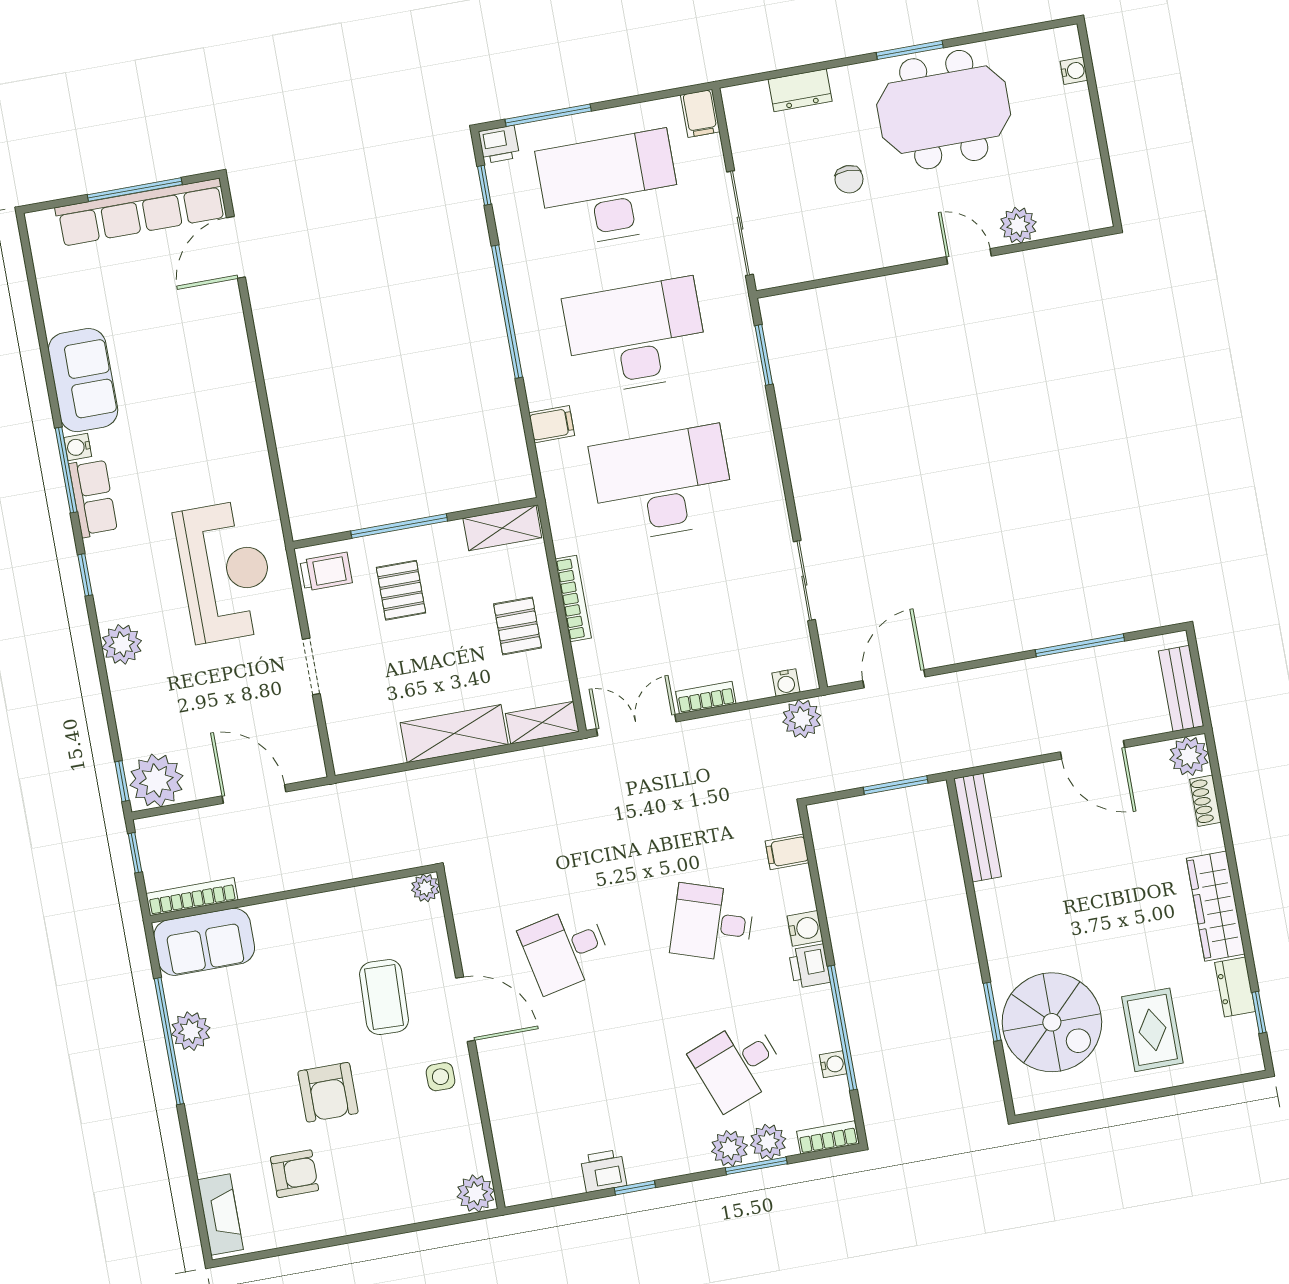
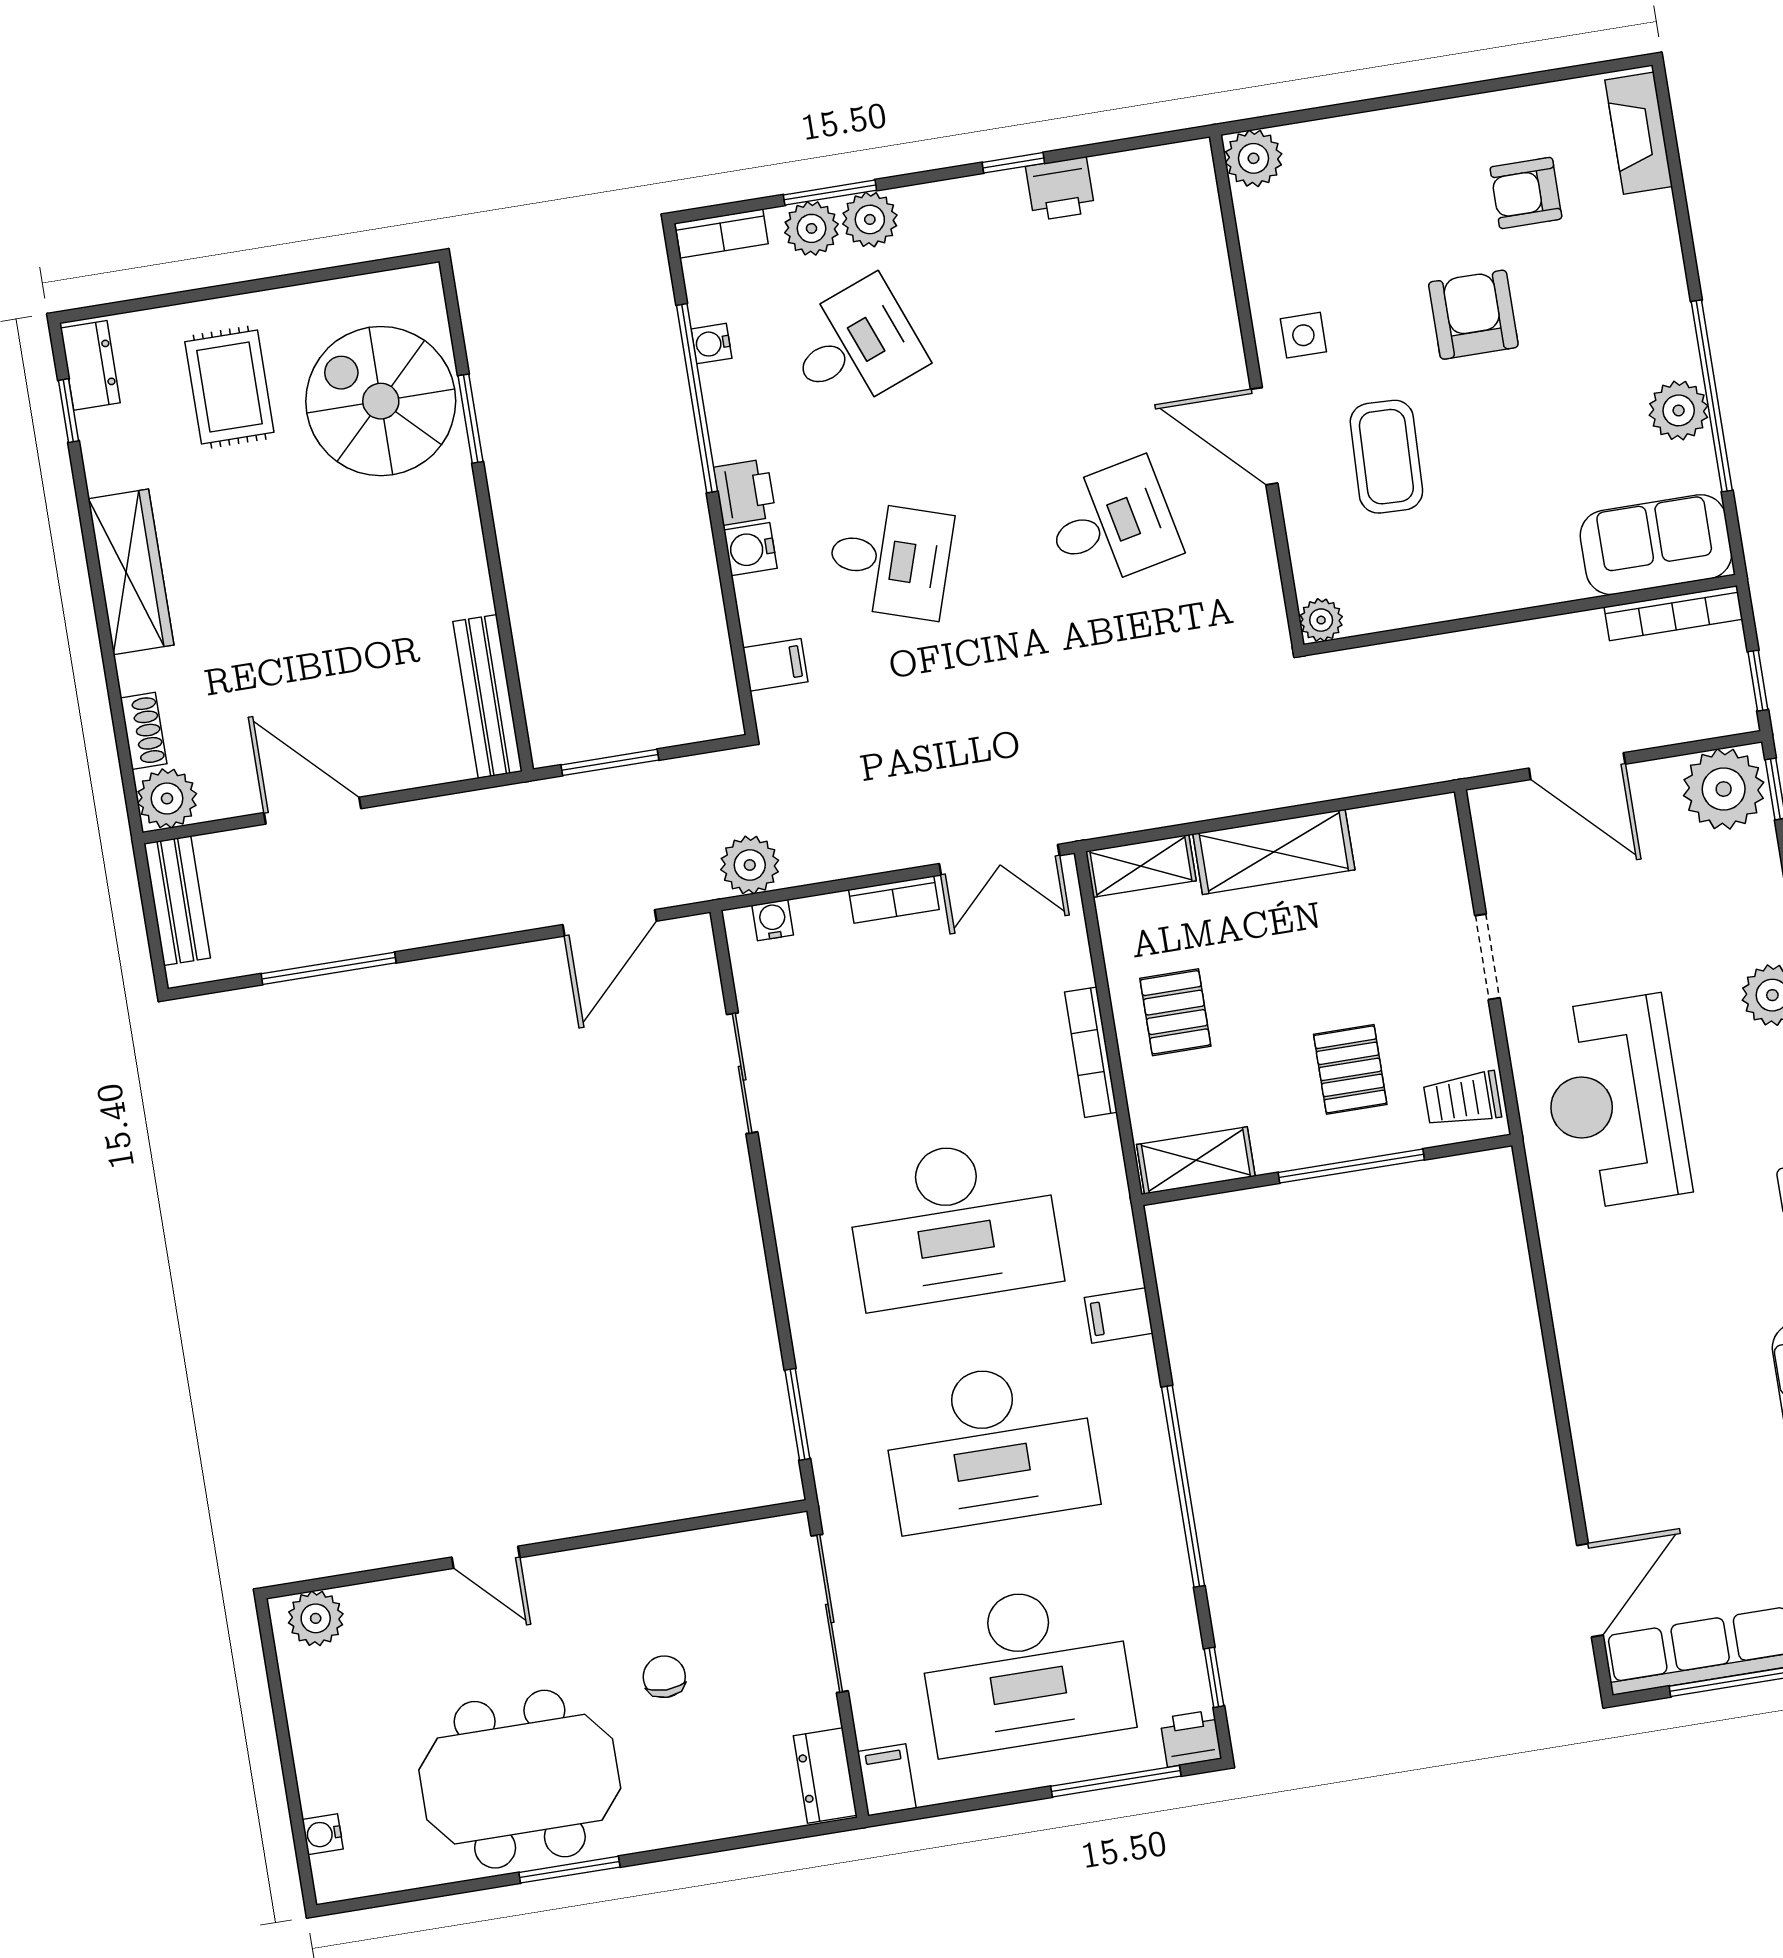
dresser: (800, 90) -> (825, 1776), moved, turned -90
plant: (1018, 225) -> (316, 1618), moved
dresser: (1235, 987) -> (90, 365), moved

